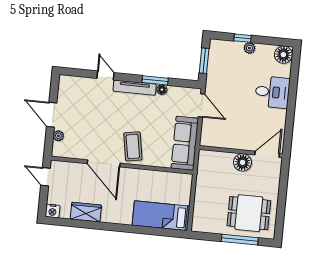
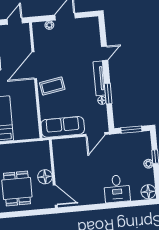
wall: (241, 152) -> (53, 174), moved
door: (267, 154) -> (55, 195), moved
floor lamp: (243, 162) -> (45, 177), moved

